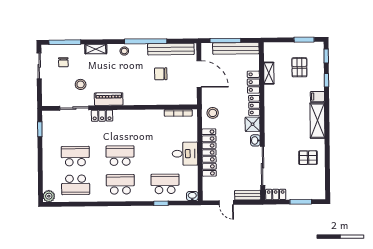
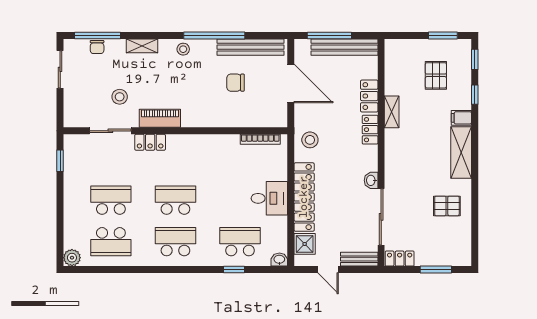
chair: (63, 62) -> (97, 47), moved
shelving: (269, 73) -> (392, 112), moved
shower: (253, 124) -> (305, 244), moved

